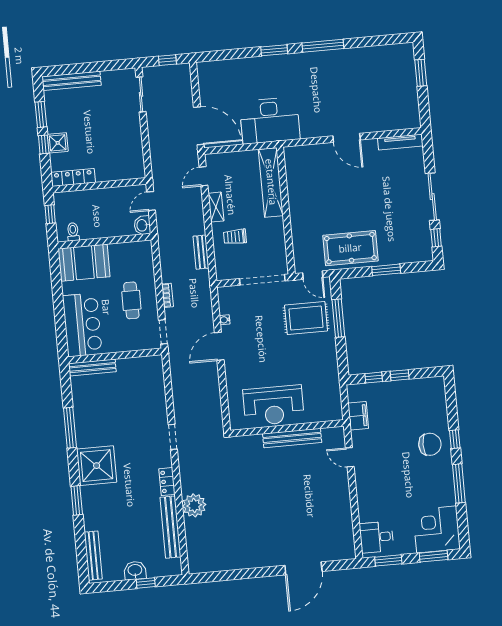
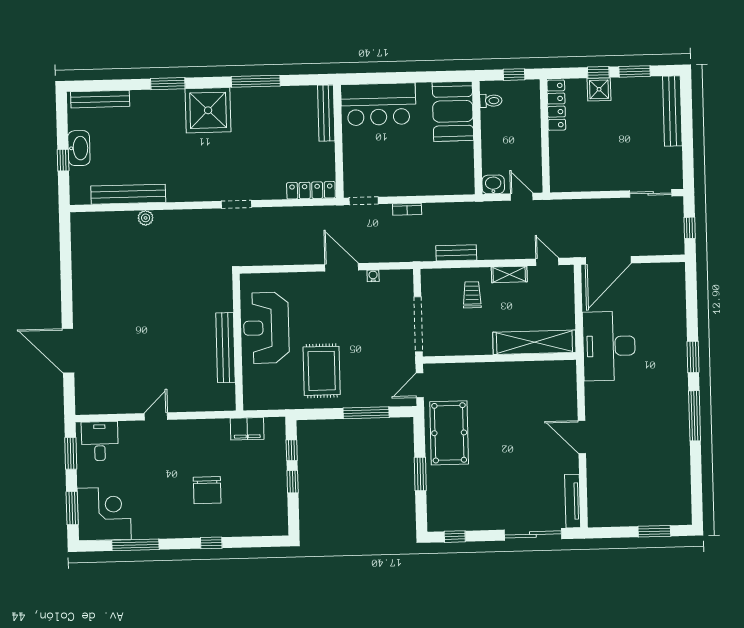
door: (347, 138) -> (582, 437), hinge flipped
sliding door: (432, 197) -> (533, 534), moved
cafe table: (131, 300) -> (404, 165), removed
rug: (306, 318) -> (322, 371), moved
chair: (430, 444) -> (207, 490), moved
door: (350, 457) -> (156, 416), moved
locker: (167, 482) -> (311, 190), moved, width x1.53
window: (459, 483) -> (135, 545), moved
plant: (194, 505) -> (146, 218), width x0.53, depth x0.53
washbasin: (135, 570) -> (79, 148), width x1.38

